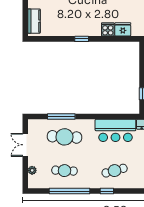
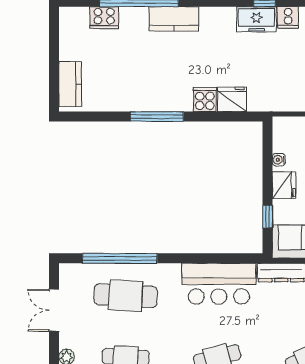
window: (82, 39) -> (157, 116), width x2.17
window: (61, 116) -> (120, 258), width x1.46

